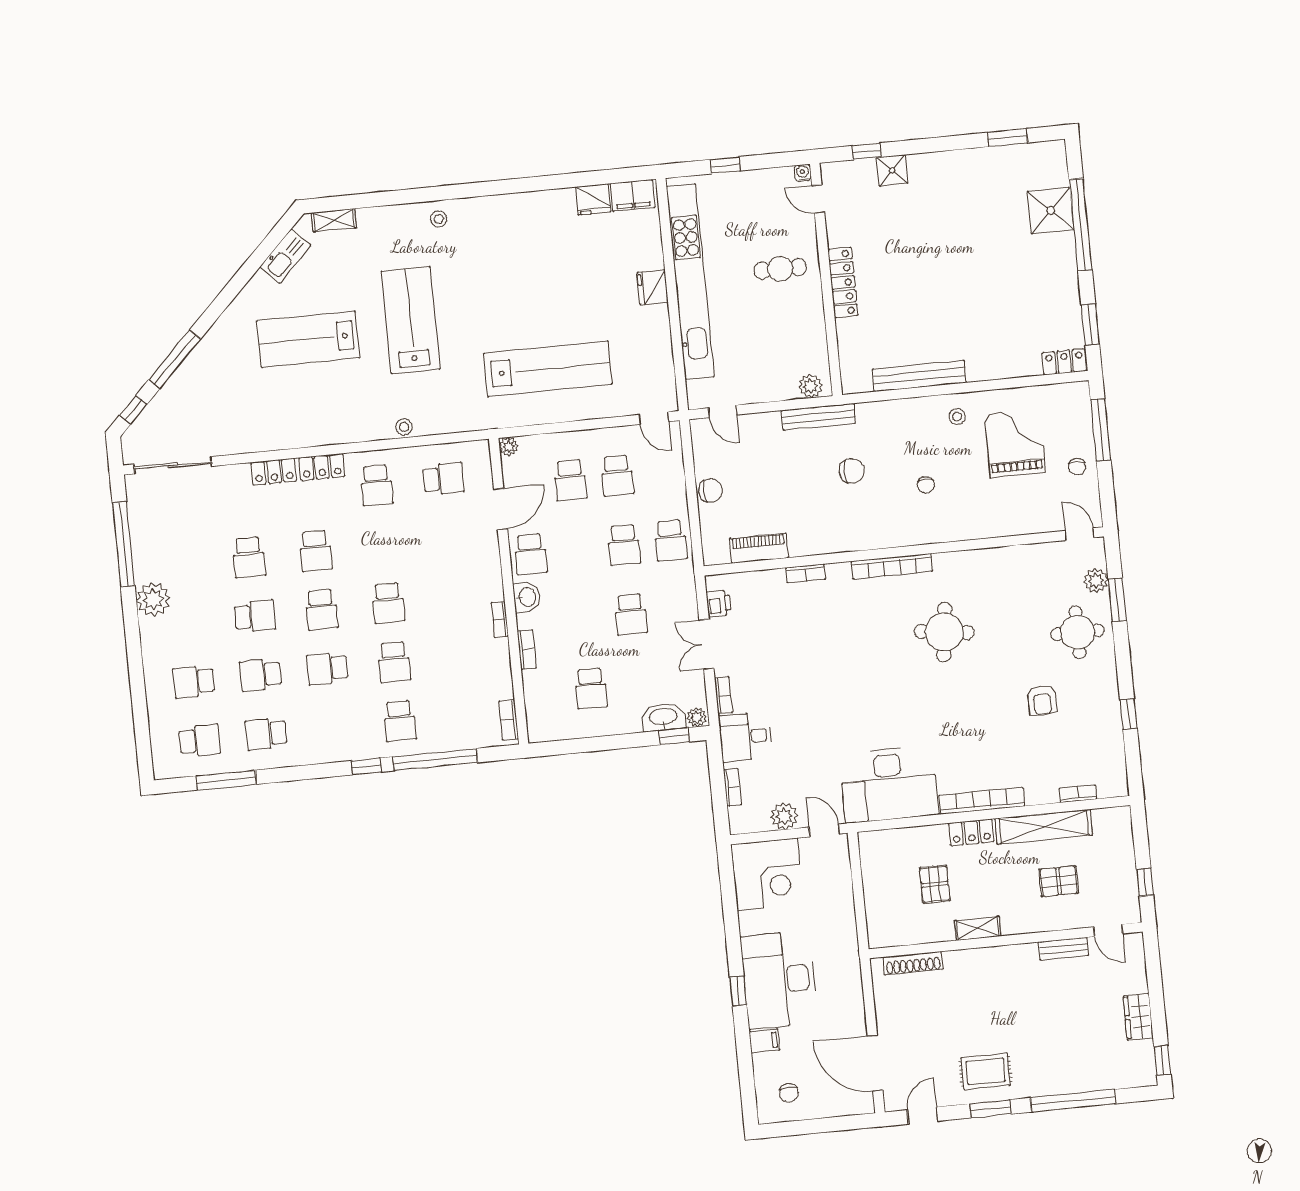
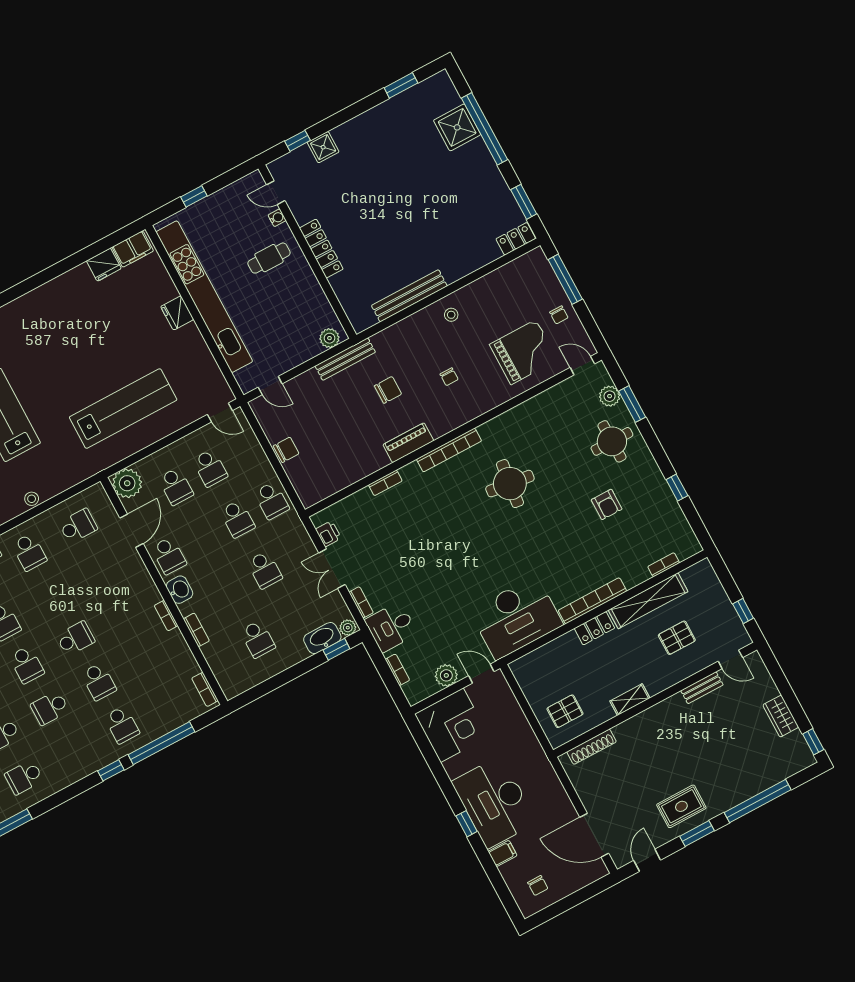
water cooler: (803, 173) -> (277, 218), moved, turned 90
grand piano: (1015, 443) -> (524, 352), moved, turned 90
plant: (509, 447) -> (127, 483), width x1.88, depth x1.88
piano: (759, 548) -> (408, 443), moved
school desk: (388, 603) -> (76, 638), turned -90
pallet: (935, 884) -> (565, 711), moved, turned 90

